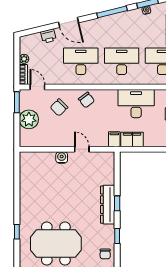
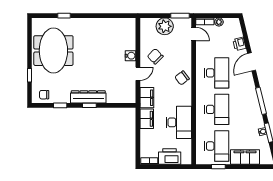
door: (37, 87) -> (194, 34), hinge flipped
chair: (59, 107) -> (155, 56), moved
filing cabinet: (114, 139) -> (147, 98), width x2.00

